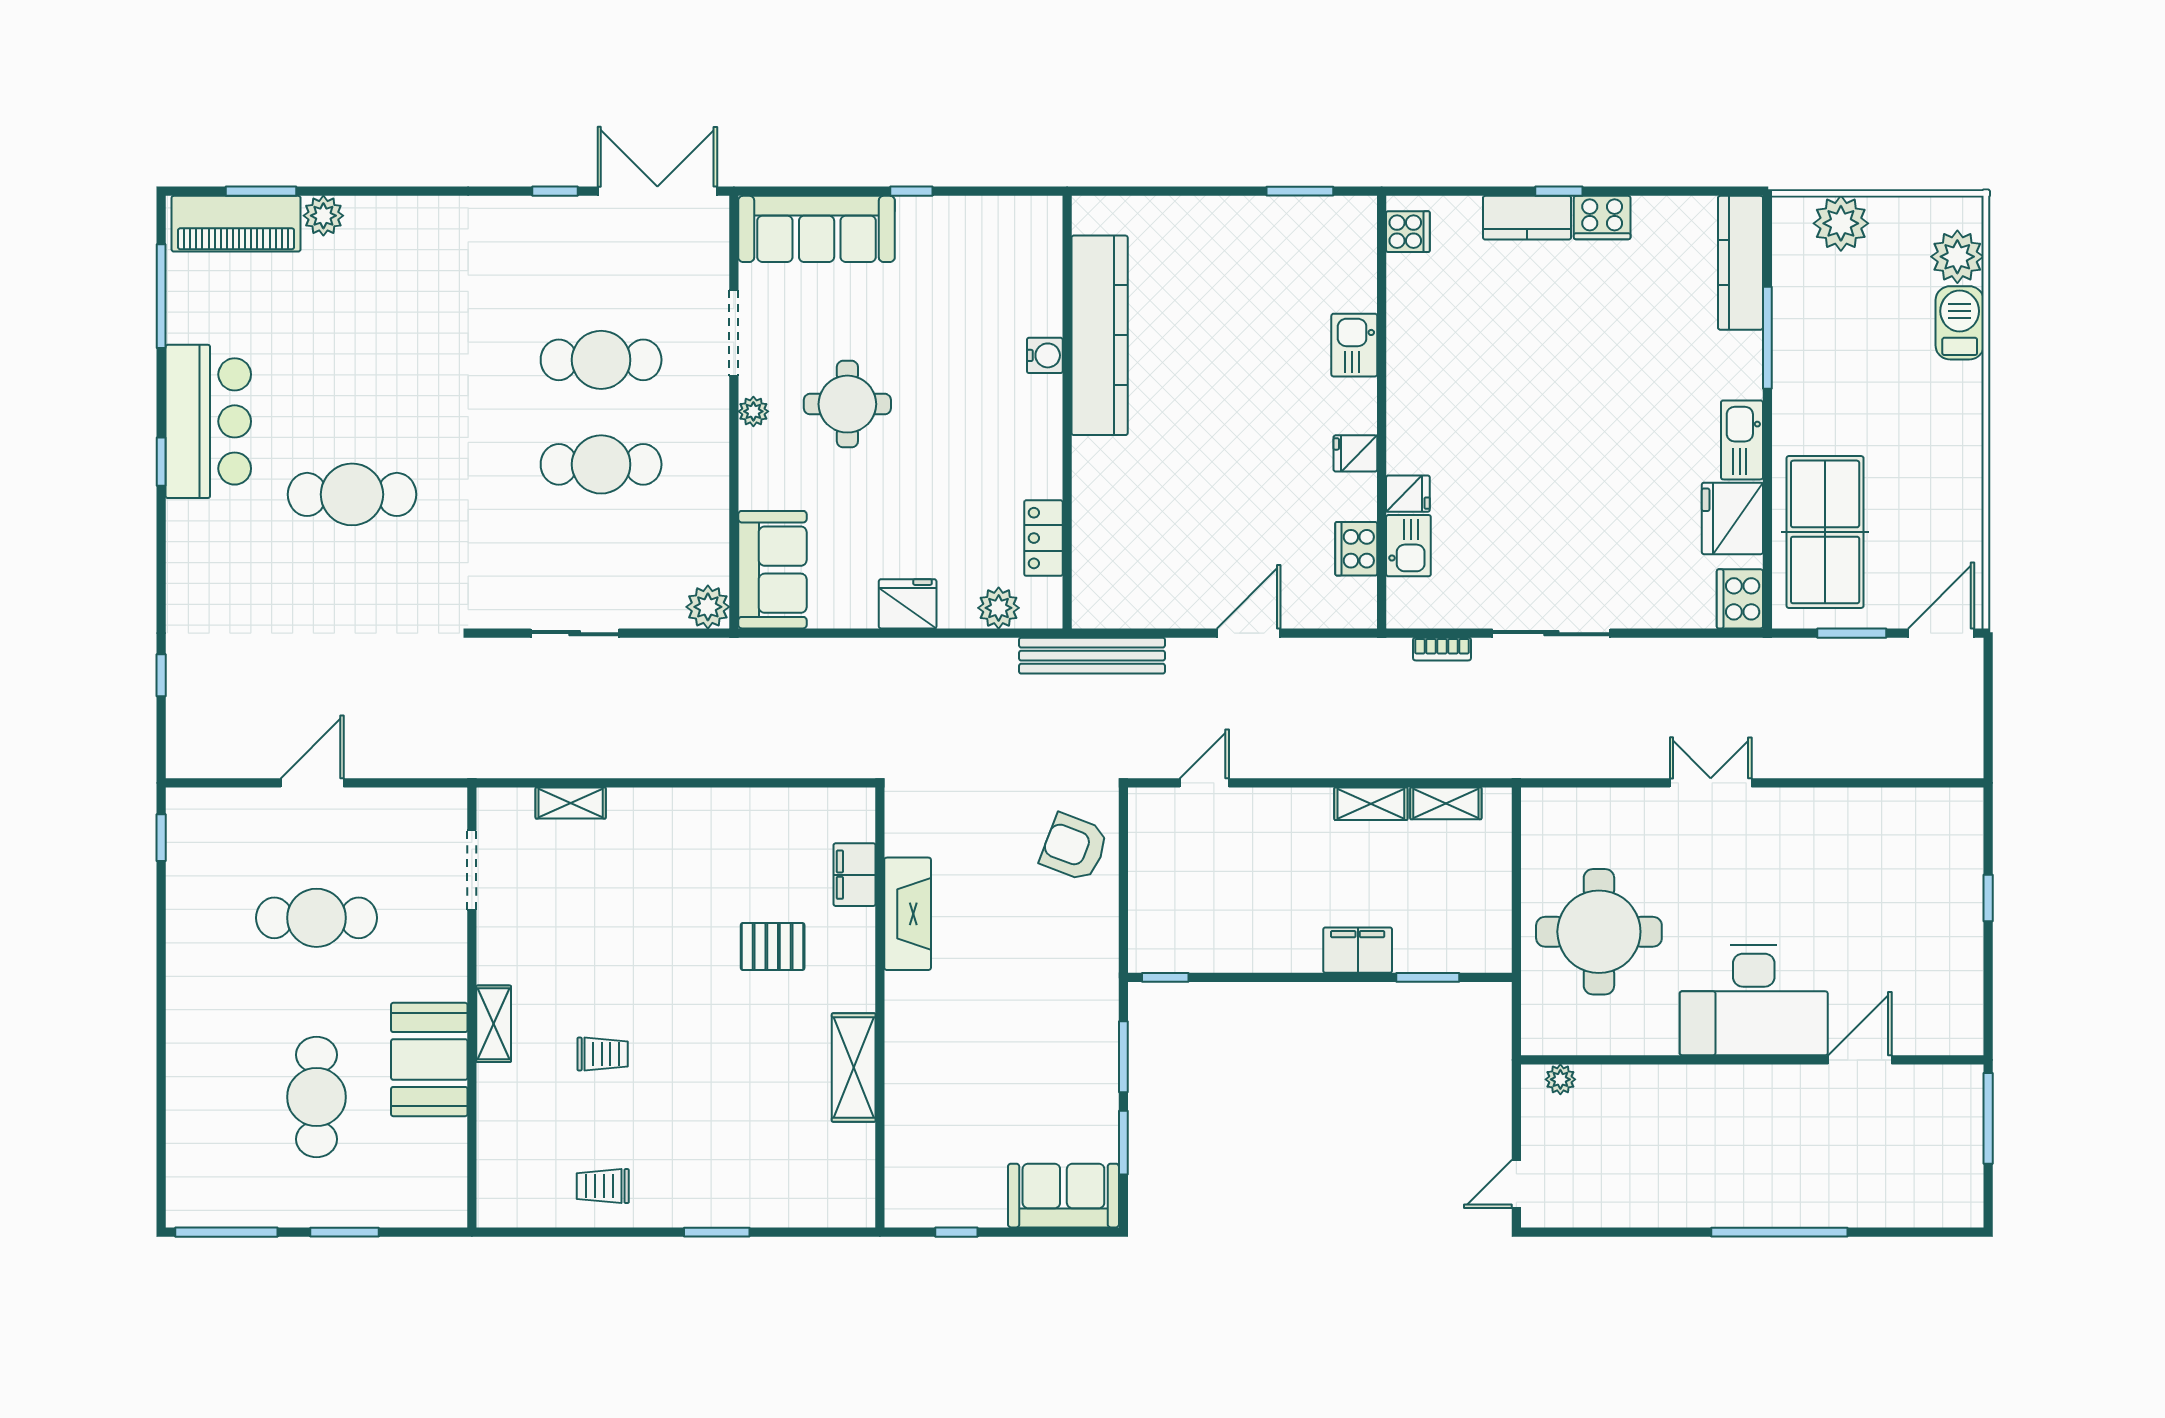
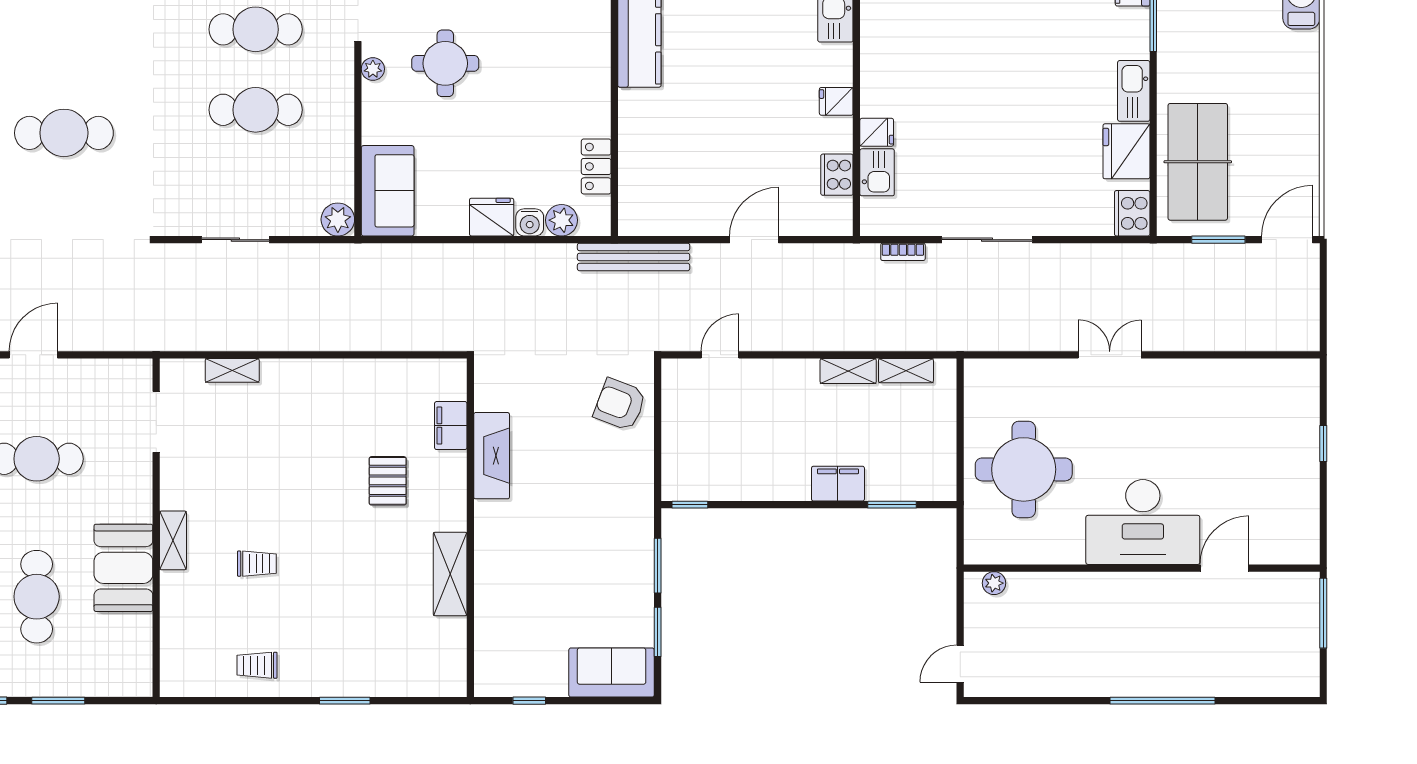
water cooler: (1045, 355) -> (530, 222), moved, turned 90
pallet: (773, 947) -> (388, 481), turned 90

